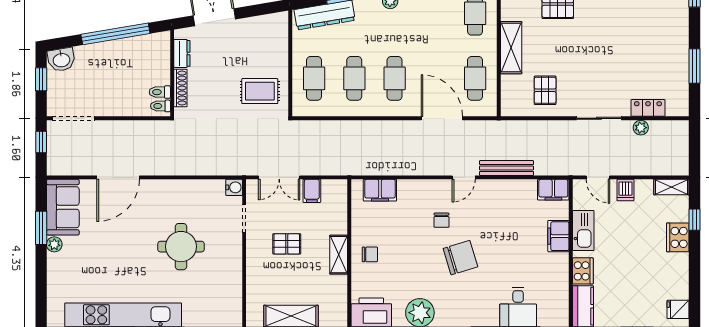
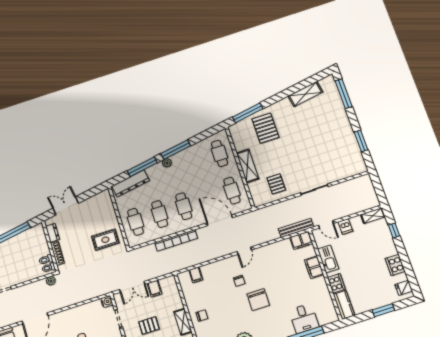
locker: (648, 108) -> (342, 174), removed
bookcase: (367, 128) -> (176, 240), added
plant: (641, 128) -> (51, 281), moved
bench: (507, 168) -> (296, 228), moved
filing cabinet: (380, 190) -> (196, 275), width x0.50
cooker: (678, 237) -> (395, 265), moved
chair: (460, 258) -> (258, 300), turned 107

